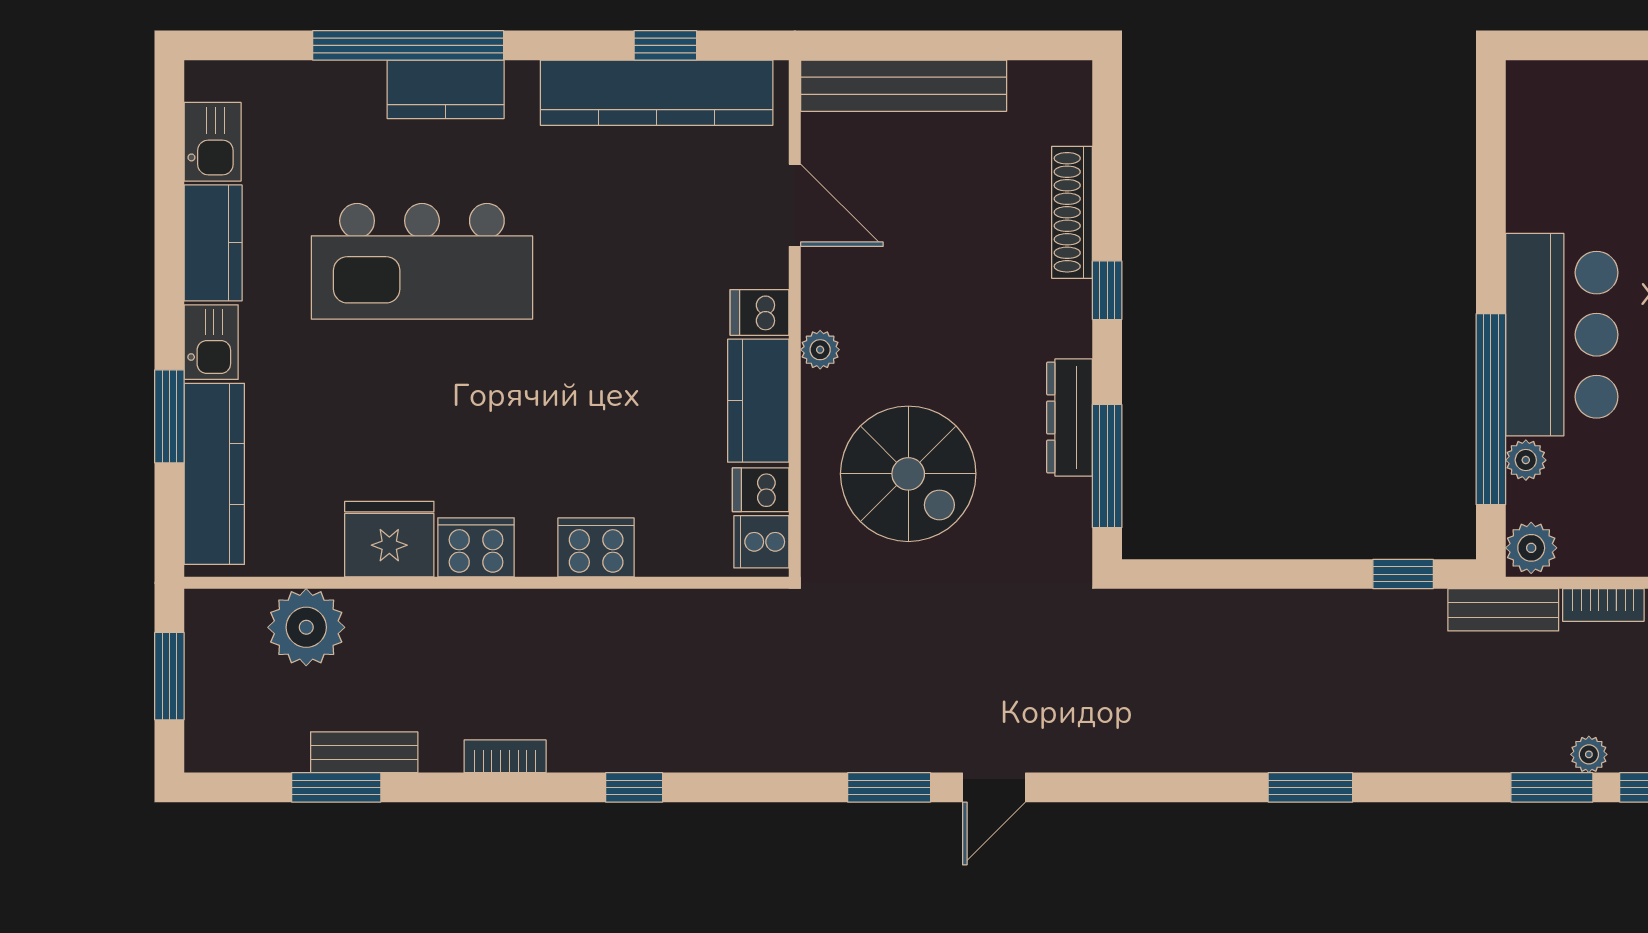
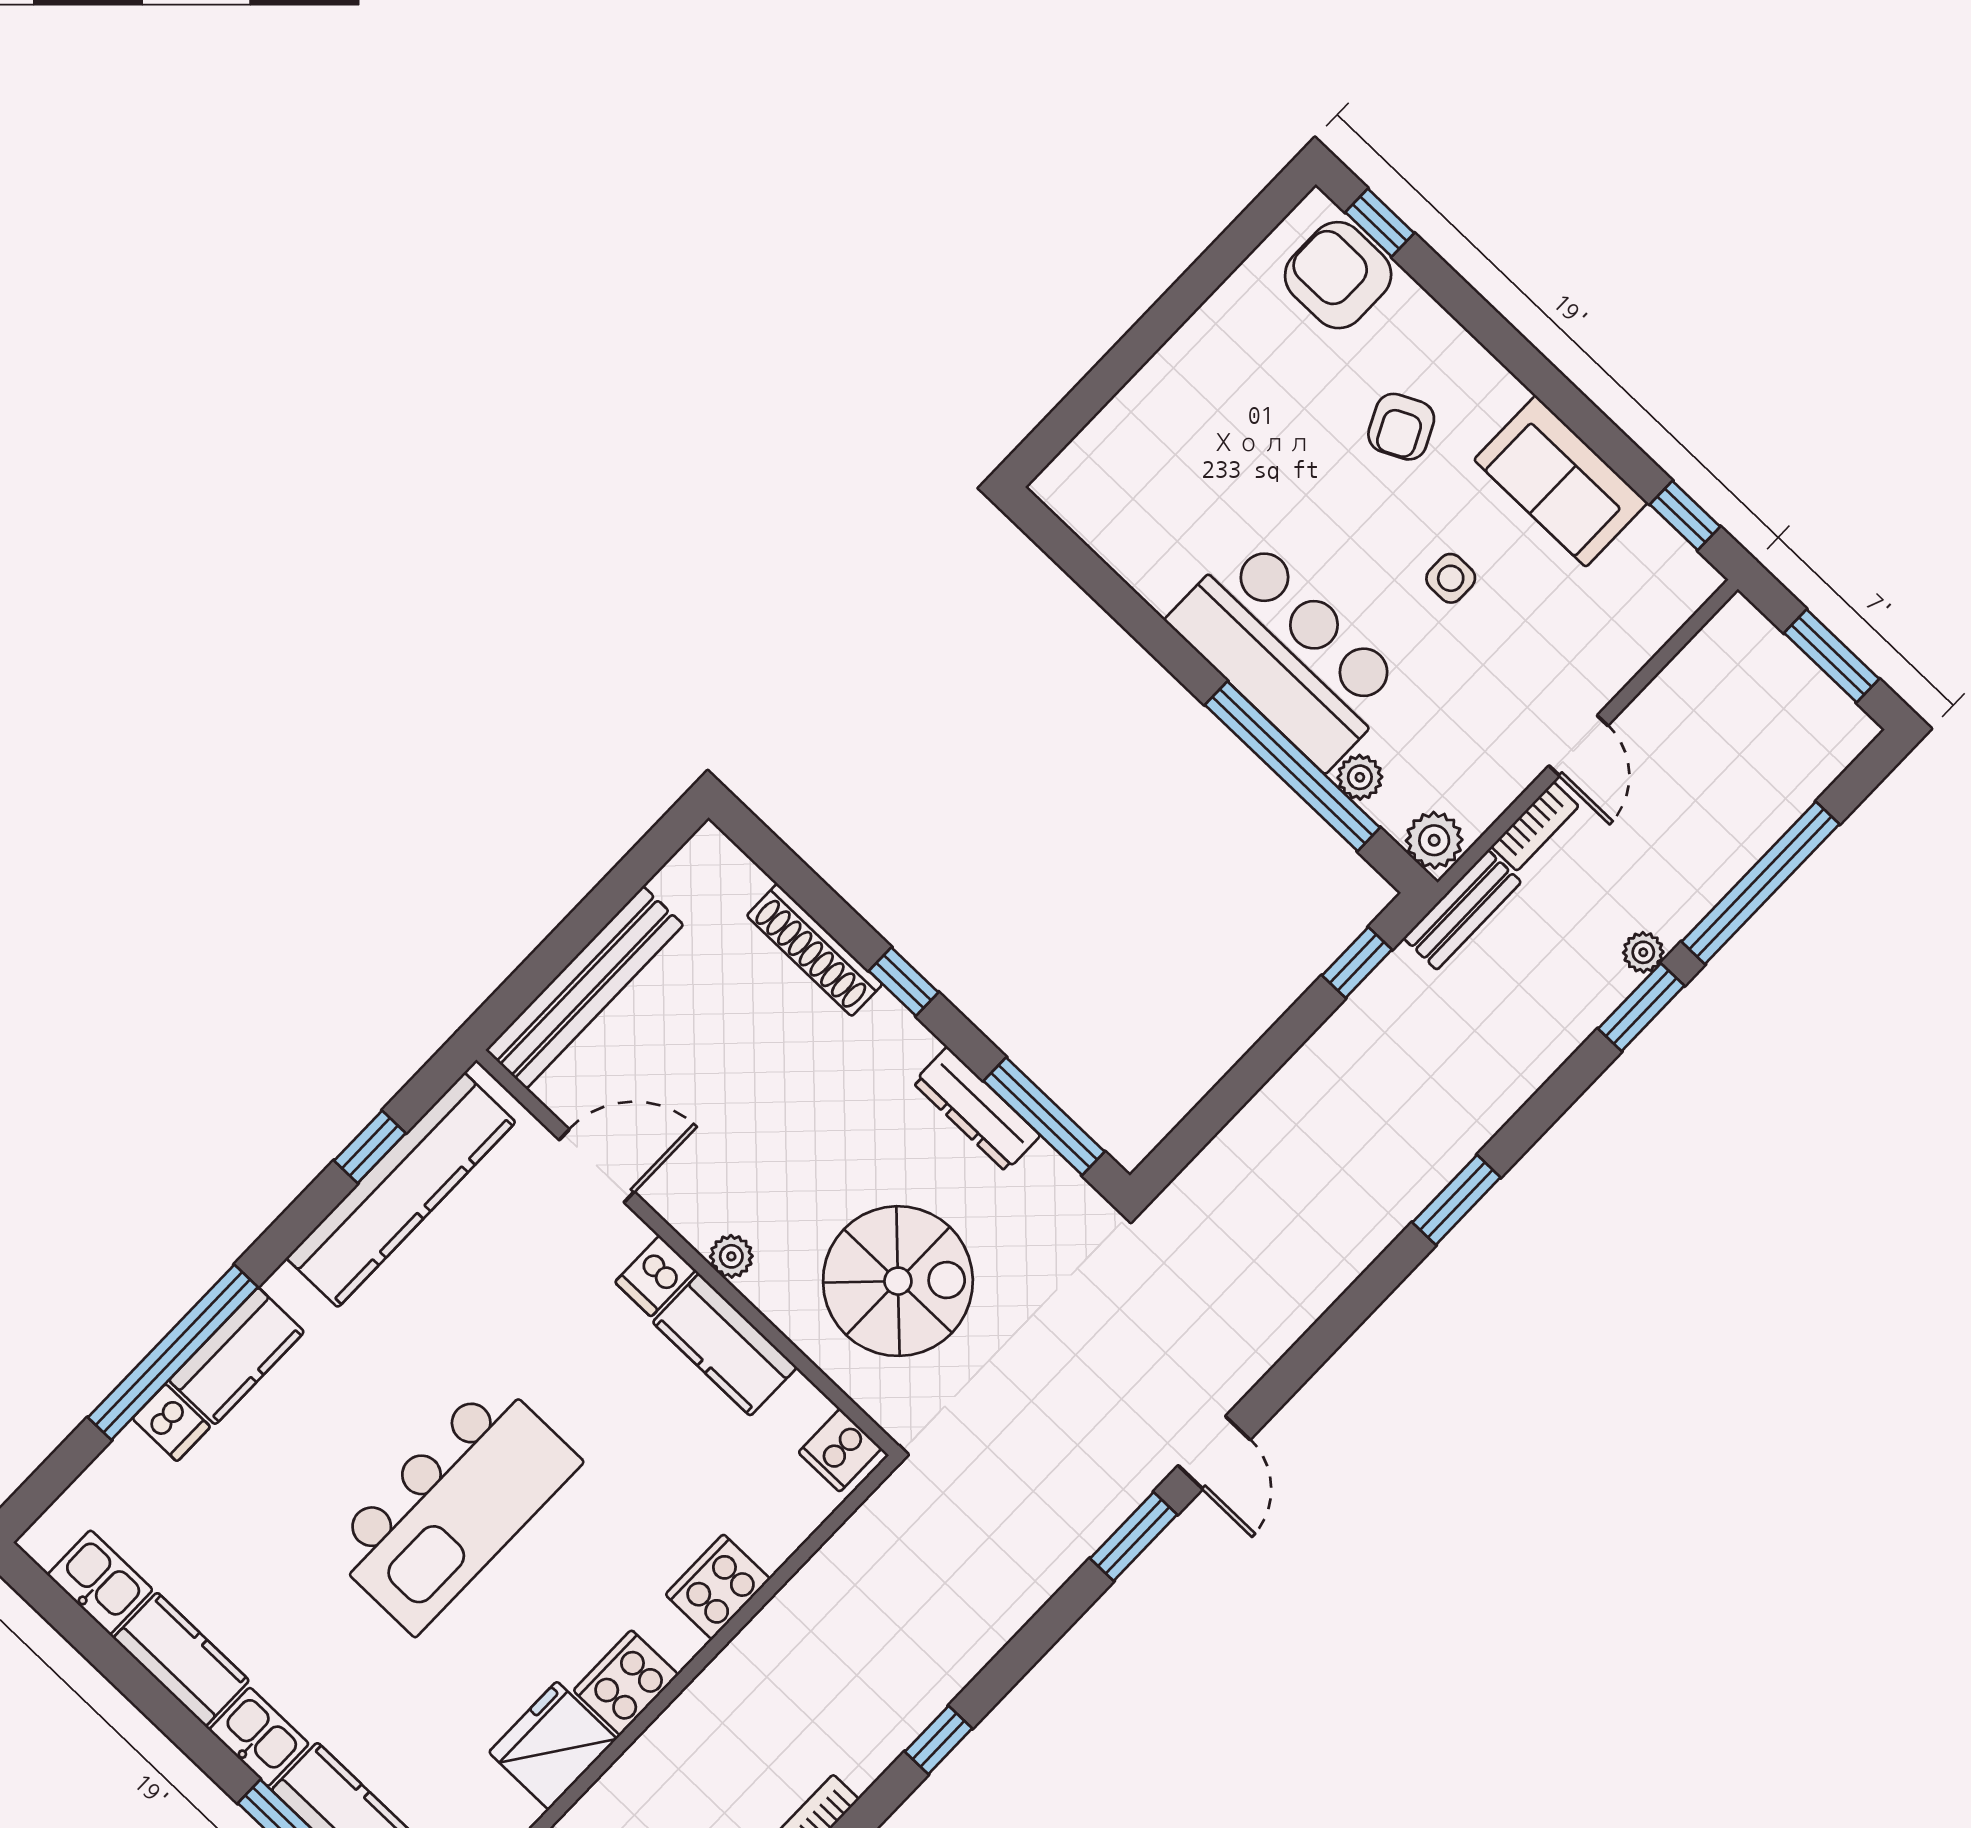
kitchen island: (422, 261) -> (454, 1506), moved
dishwasher: (761, 490) -> (171, 1423), moved, turned -90

